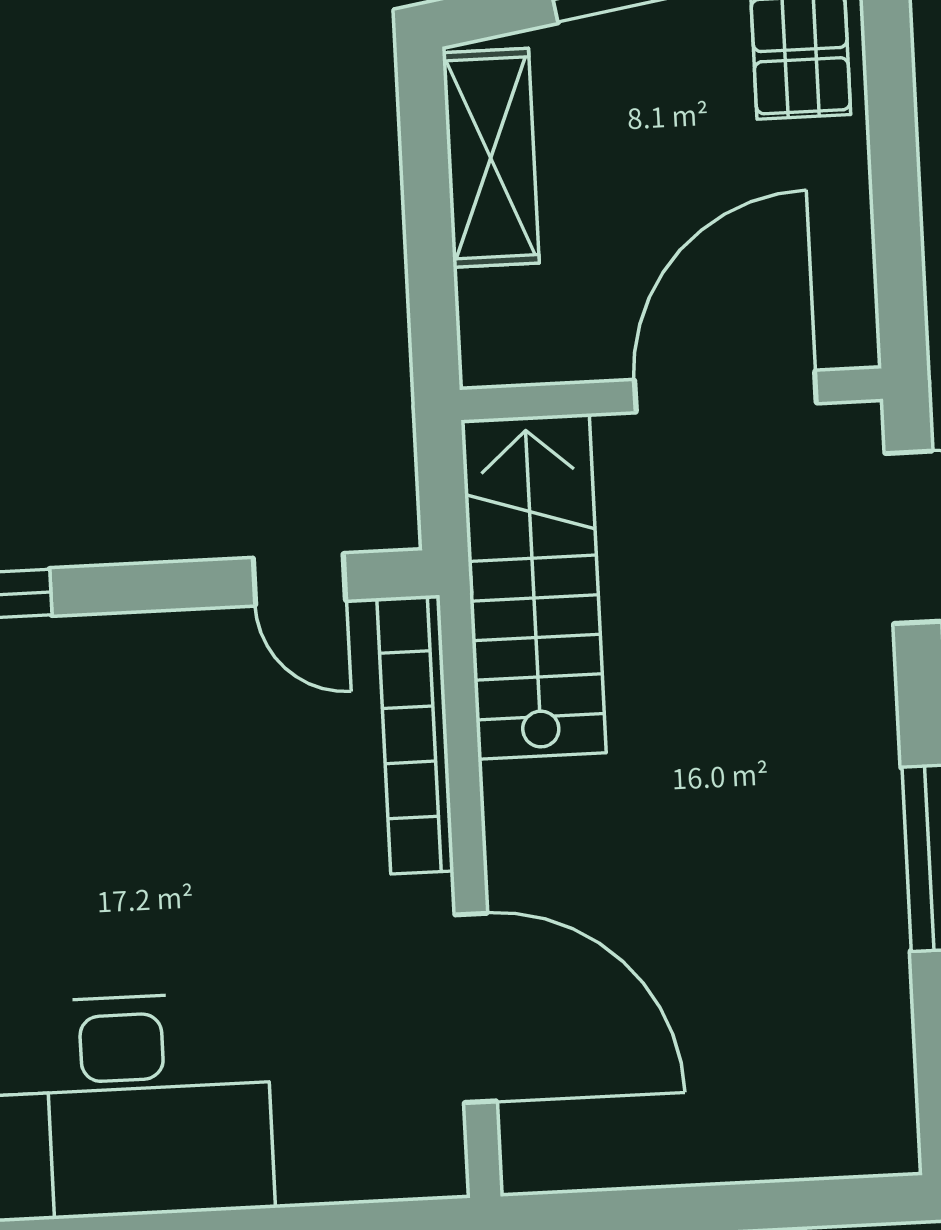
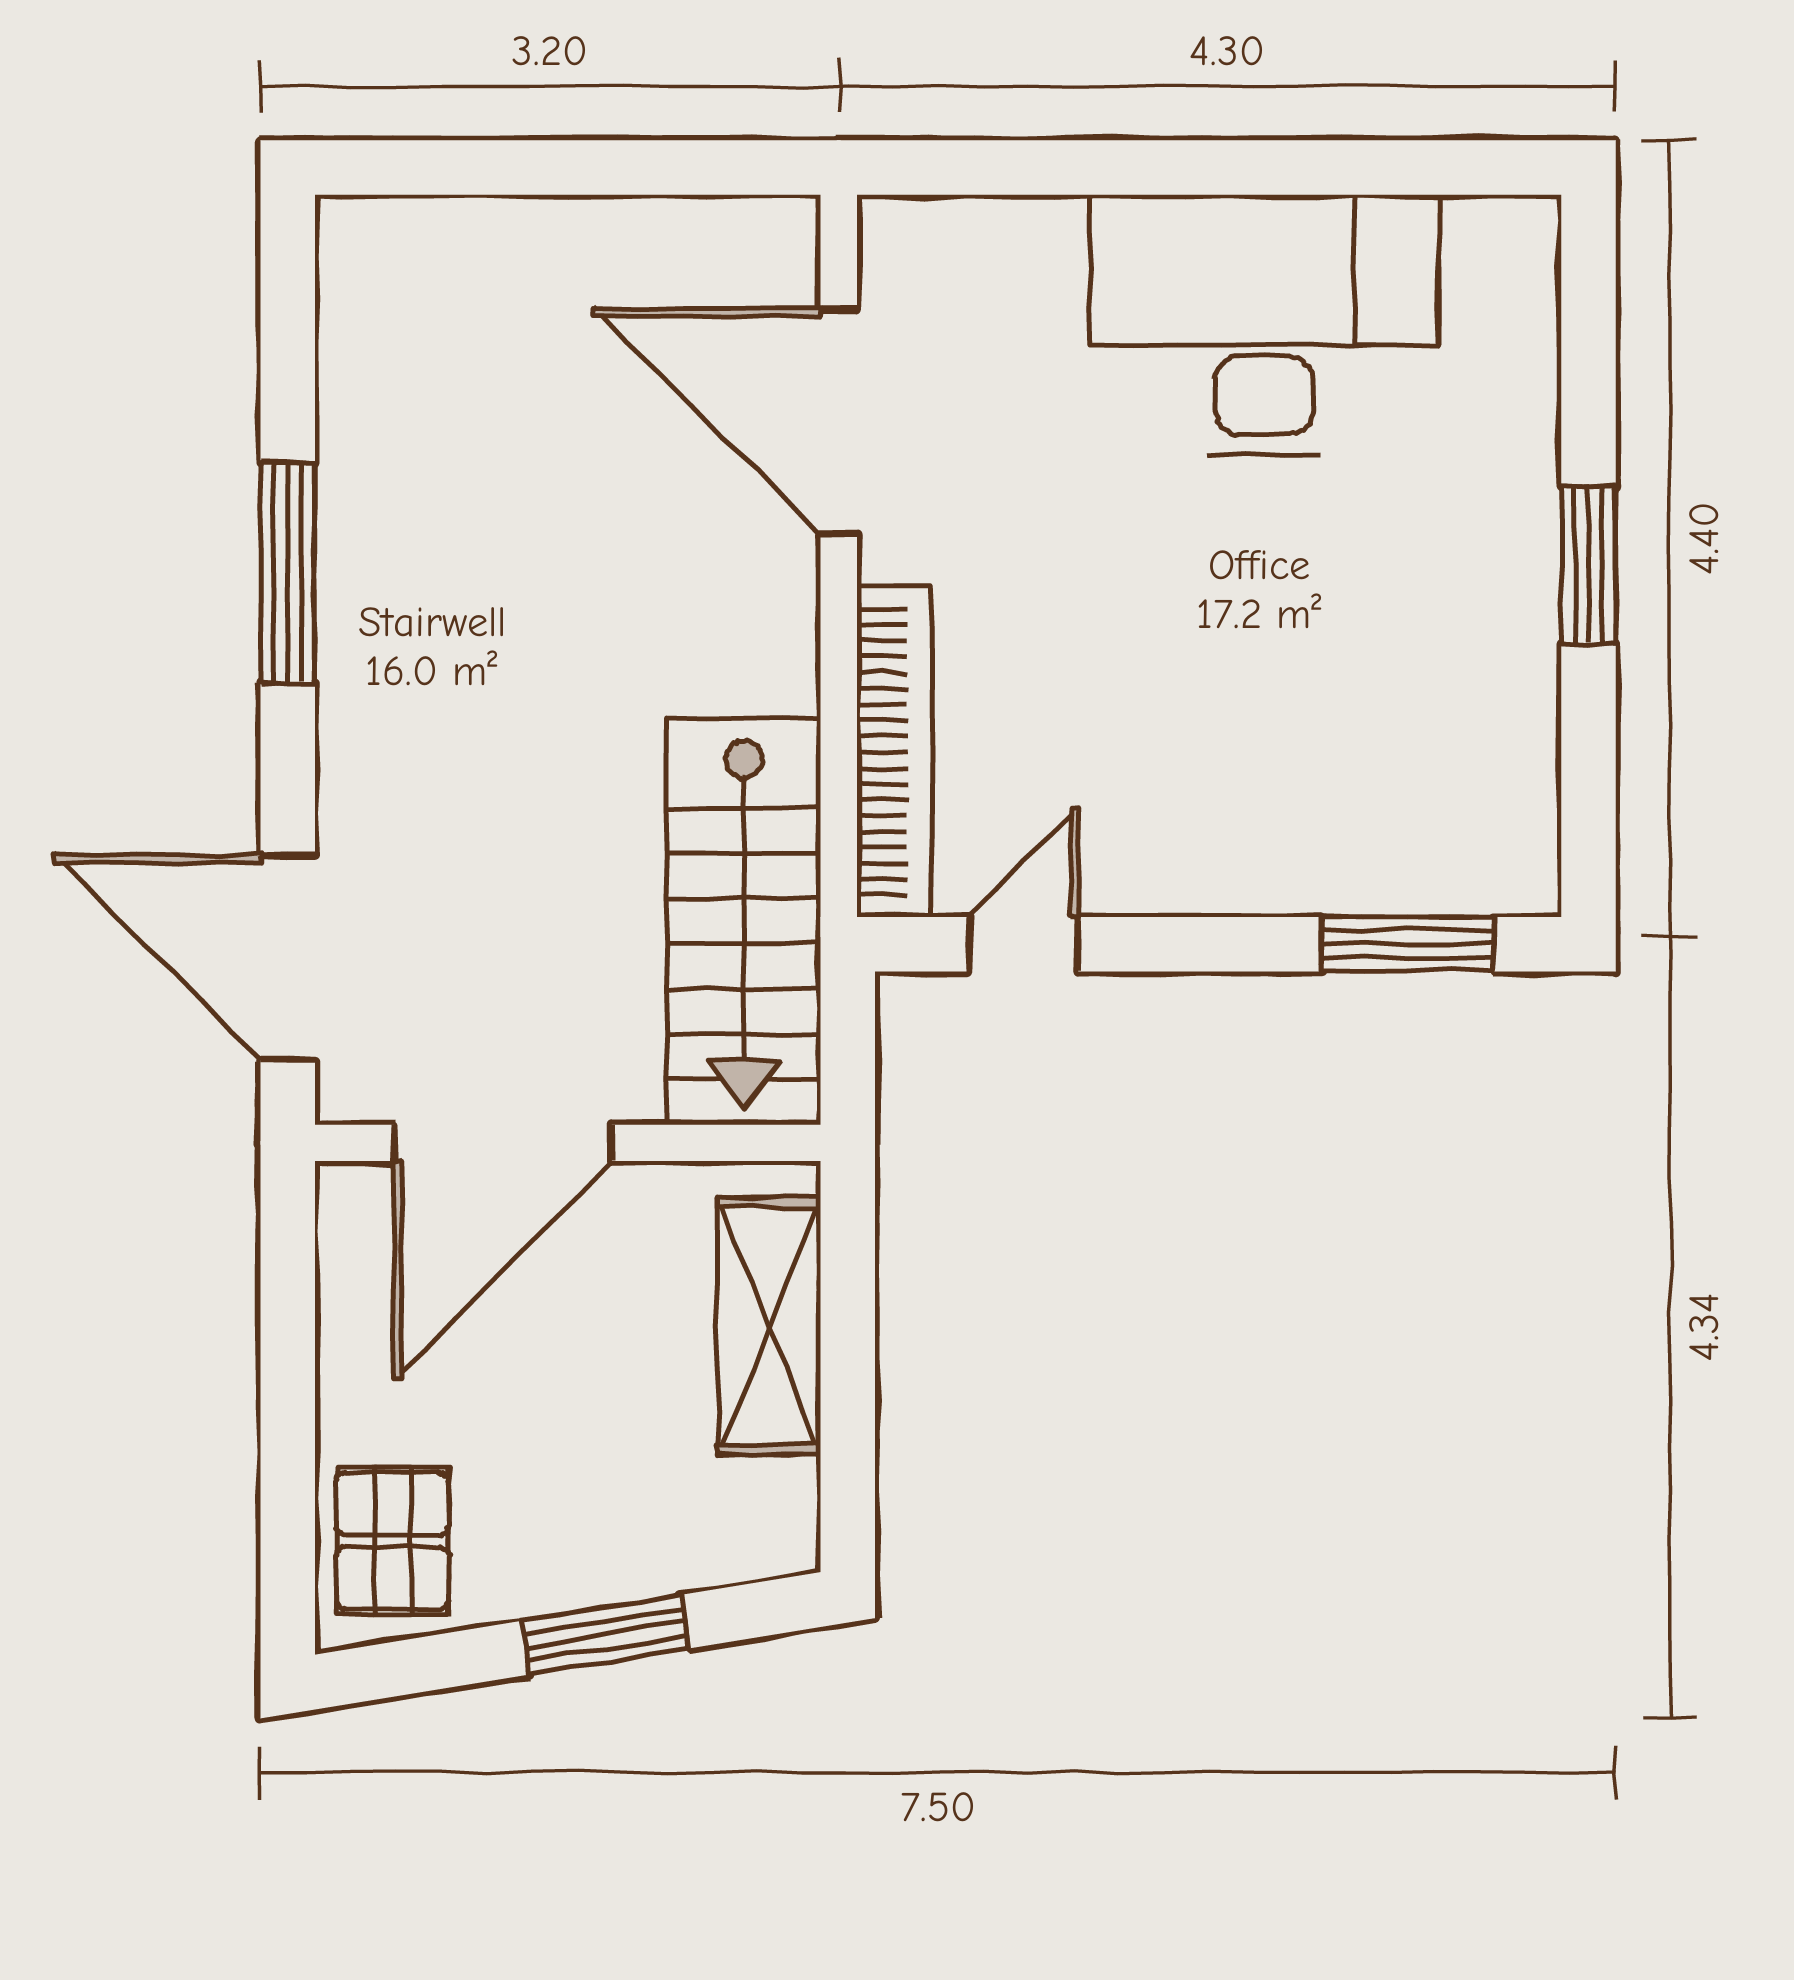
shelving: (491, 158) -> (769, 1326), moved
door: (299, 579) -> (1023, 944), hinge flipped

